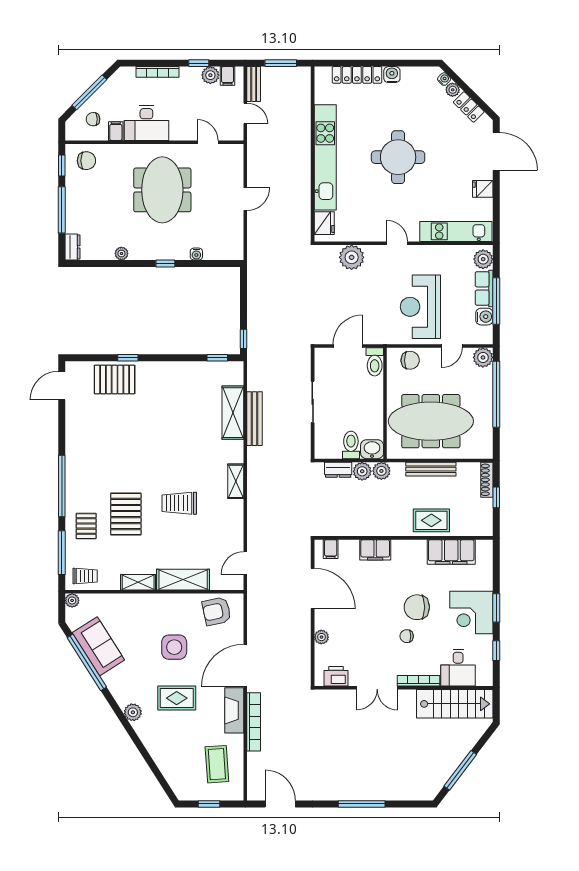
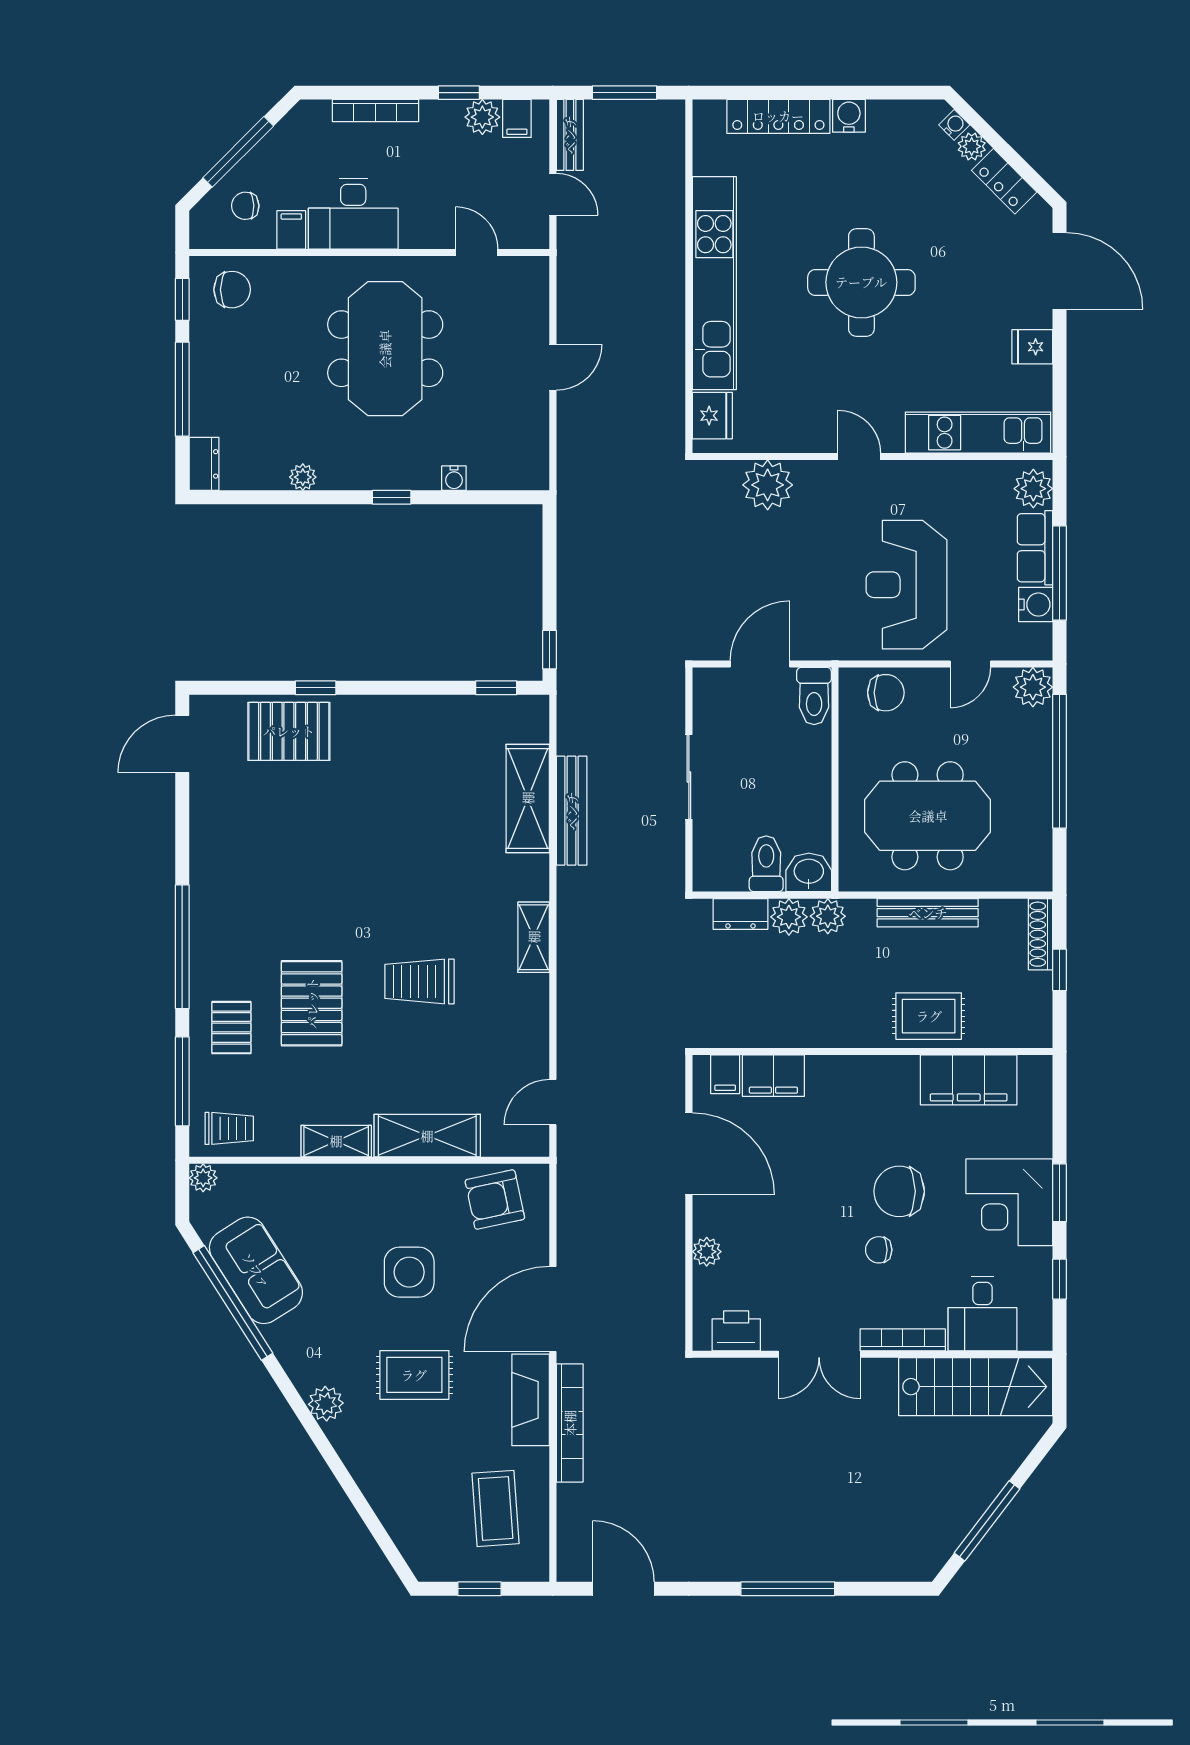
meeting table: (431, 421) -> (928, 816), width x0.73
filing cabinet: (375, 550) -> (773, 1076), moved

